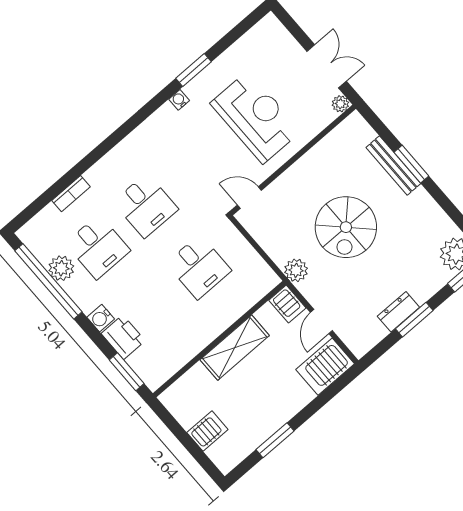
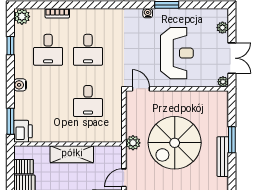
plant: (284, 39) -> (222, 28), added
bench: (393, 165) -> (223, 157), moved
spiral stairs: (346, 227) -> (175, 143), width x1.37, depth x1.37
plant: (61, 268) -> (22, 17), moved
window: (48, 281) -> (10, 46), width x0.32
server rack: (287, 304) -> (24, 167), moved, turned -90
printer: (123, 337) -> (23, 131), moved

